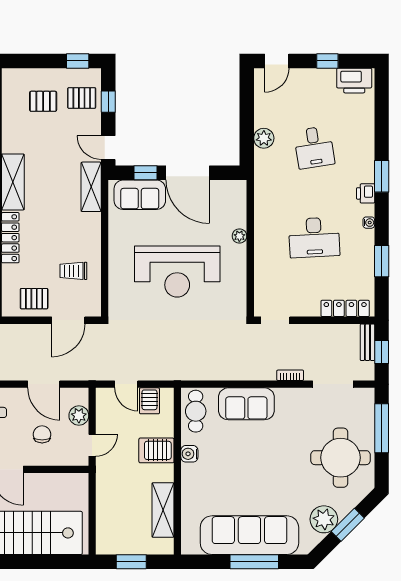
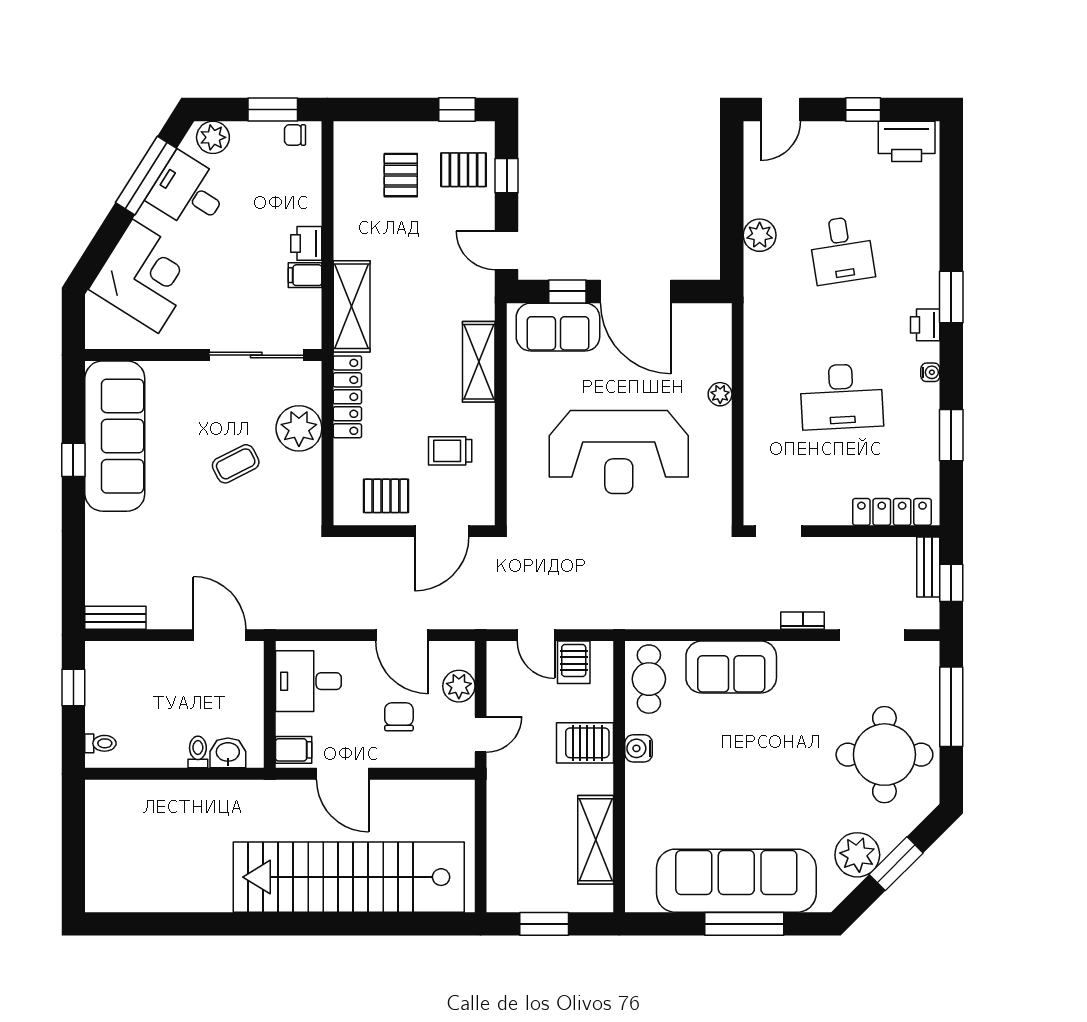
pallet: (43, 101) -> (401, 175), turned 90
shelving: (91, 187) -> (479, 362), moved

